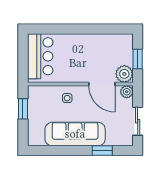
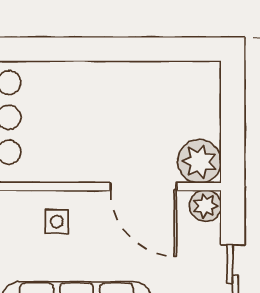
window: (138, 59) -> (233, 124), removed

